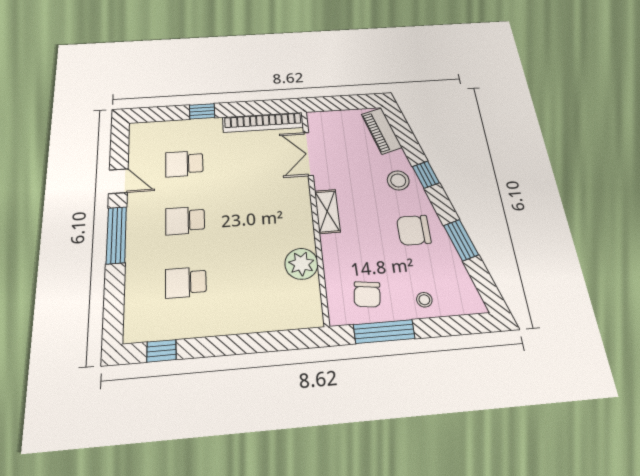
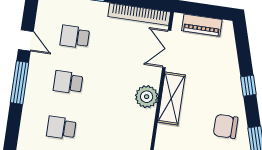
piano: (382, 131) -> (202, 25), moved, turned -73
stool: (398, 180) -> (227, 86), removed
shelving: (327, 211) -> (171, 99), width x1.50, depth x1.33
plant: (301, 264) -> (147, 97), moved

